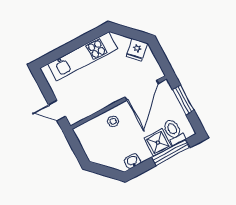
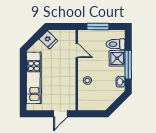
door: (142, 90) -> (77, 51), width x0.53
window: (171, 153) -> (128, 65), moved

